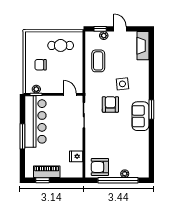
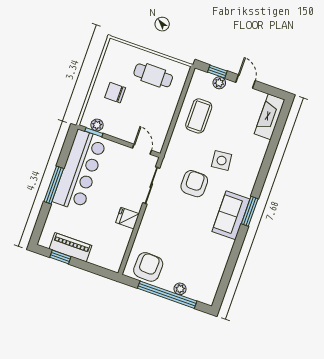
fridge: (76, 156) -> (127, 218), moved
armchair: (100, 167) -> (148, 267), turned 92

